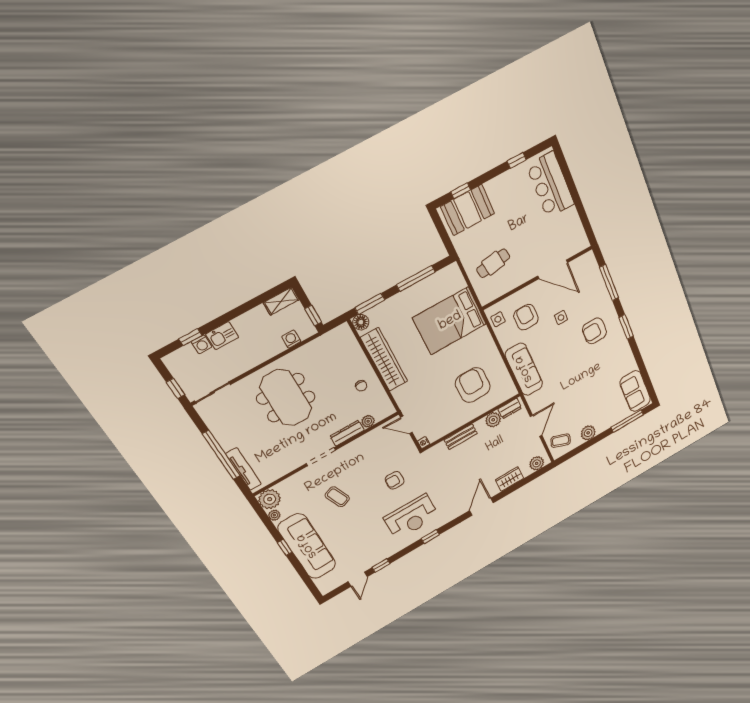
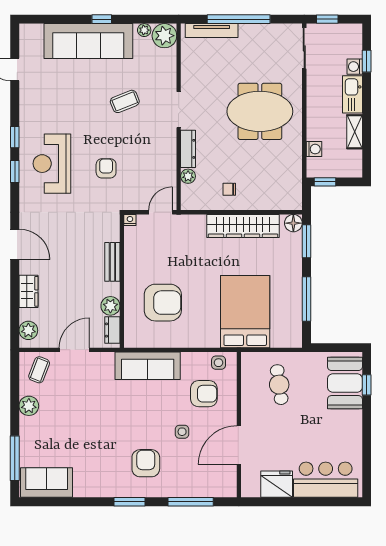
window: (517, 160) -> (367, 455), removed
fridge: (570, 223) -> (277, 484), added
shelving: (281, 301) -> (355, 132), moved
kitchen sink: (222, 336) -> (352, 94), width x1.38
door: (536, 426) -> (74, 350), swing flipped
window: (381, 566) -> (15, 137), moved

